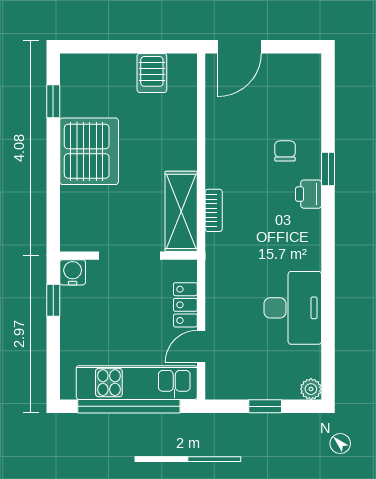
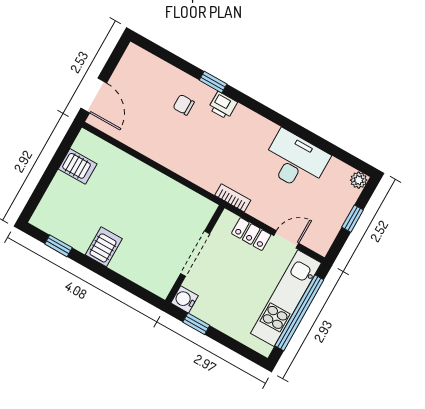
server rack: (89, 151) -> (104, 247), width x0.46, depth x0.70
bookcase: (214, 210) -> (233, 198), moved
shelving: (181, 211) -> (185, 200), removed
door: (201, 347) -> (286, 239), swing flipped

